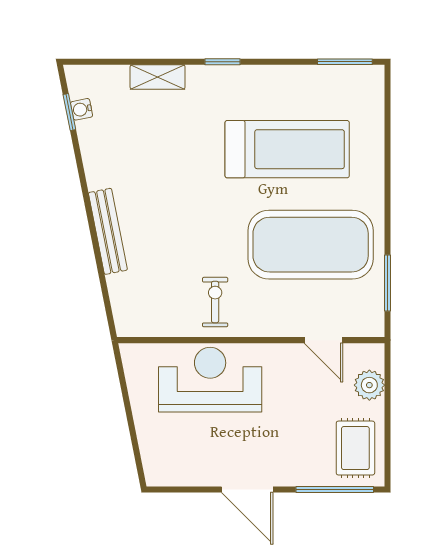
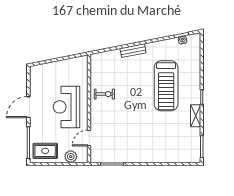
shelving: (158, 77) -> (196, 116), moved
treadmill: (287, 149) -> (166, 86), moved
bench: (108, 231) -> (133, 51), width x0.73
exercise mat: (311, 245) -> (128, 133), removed
reception desk: (210, 380) -> (66, 107), moved, turned 180

